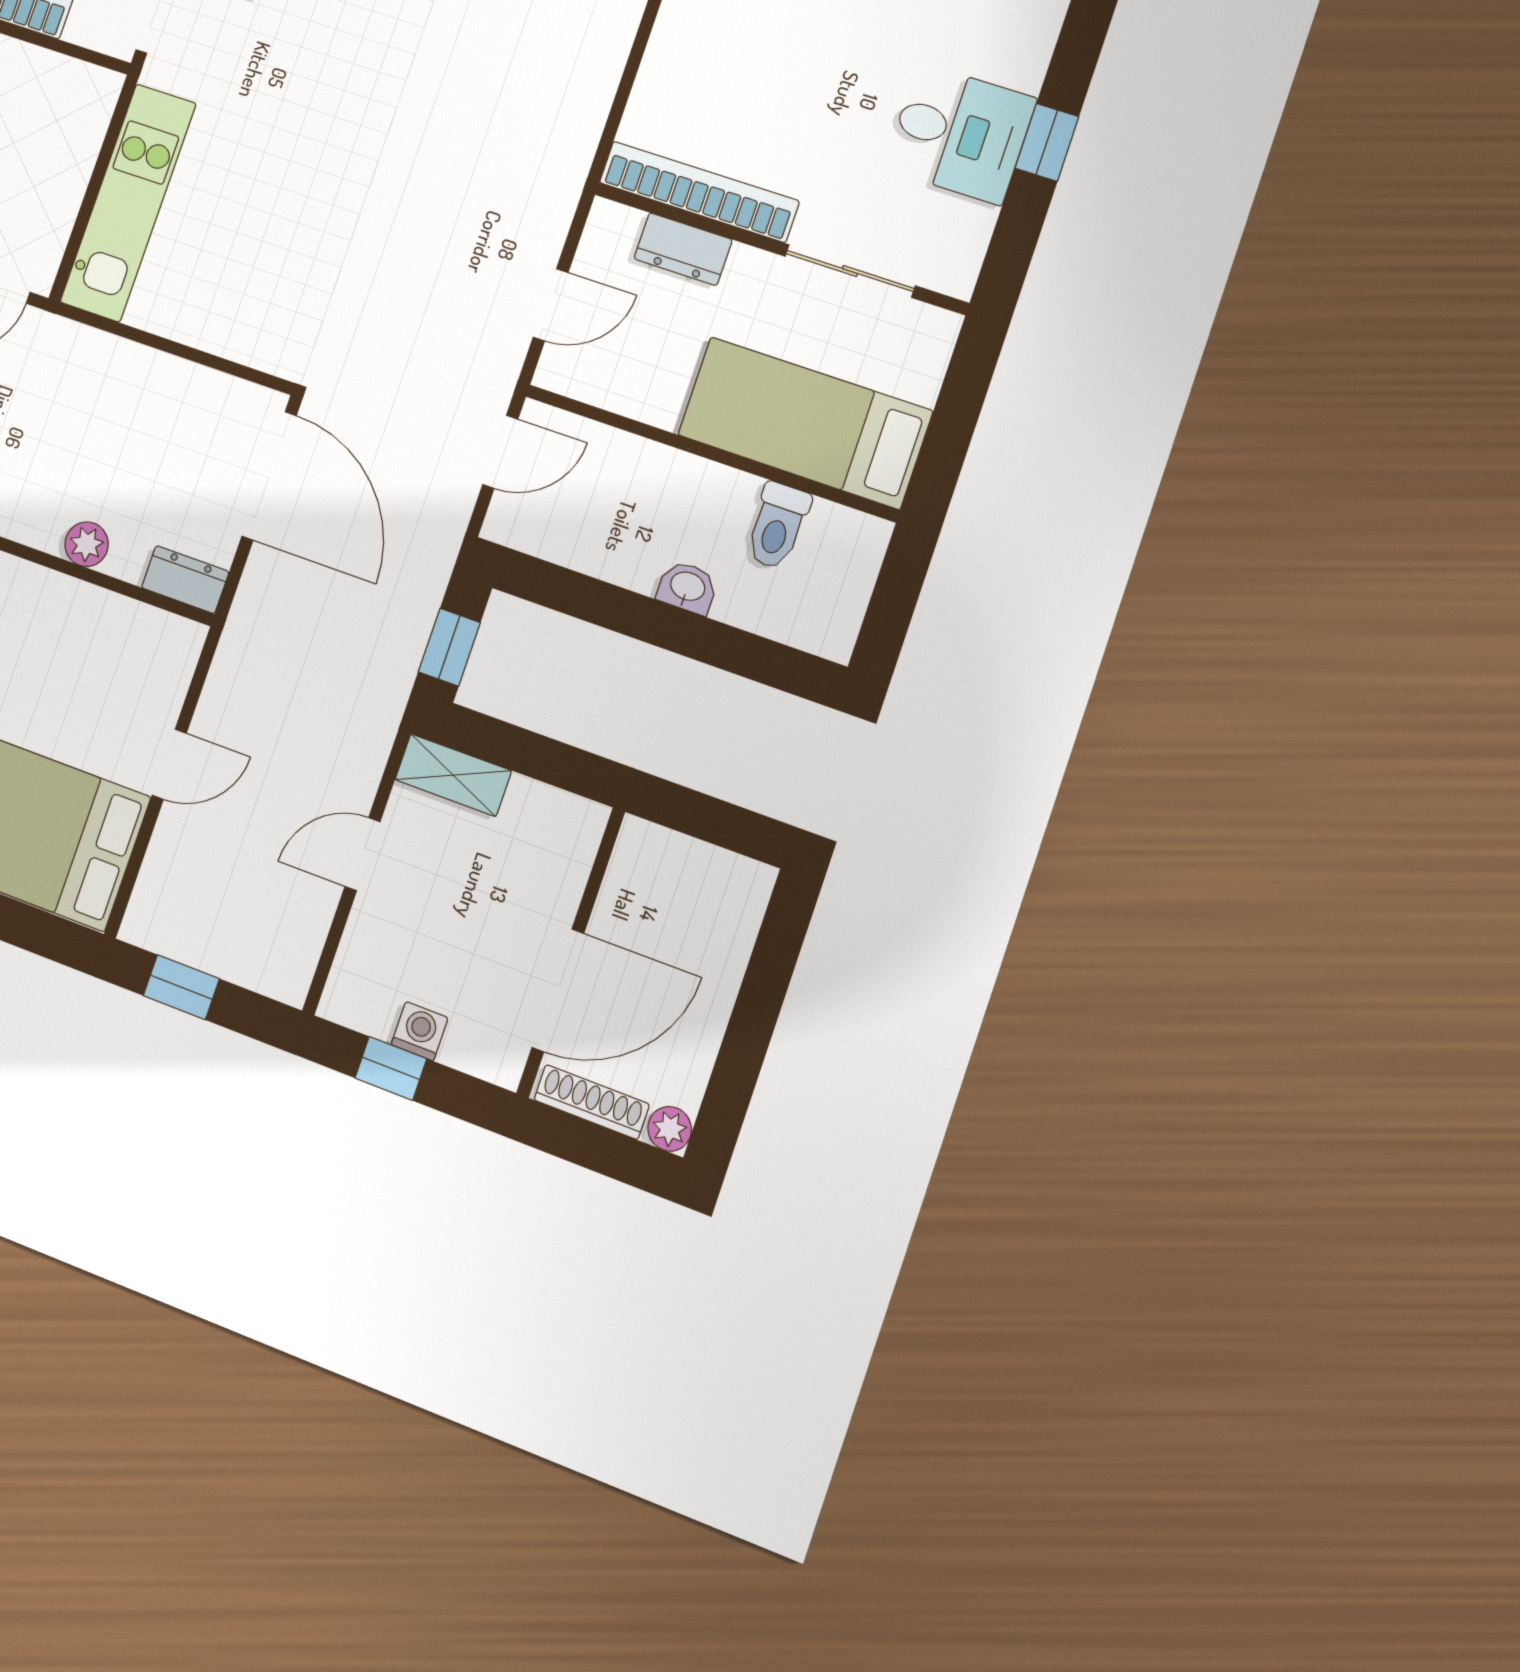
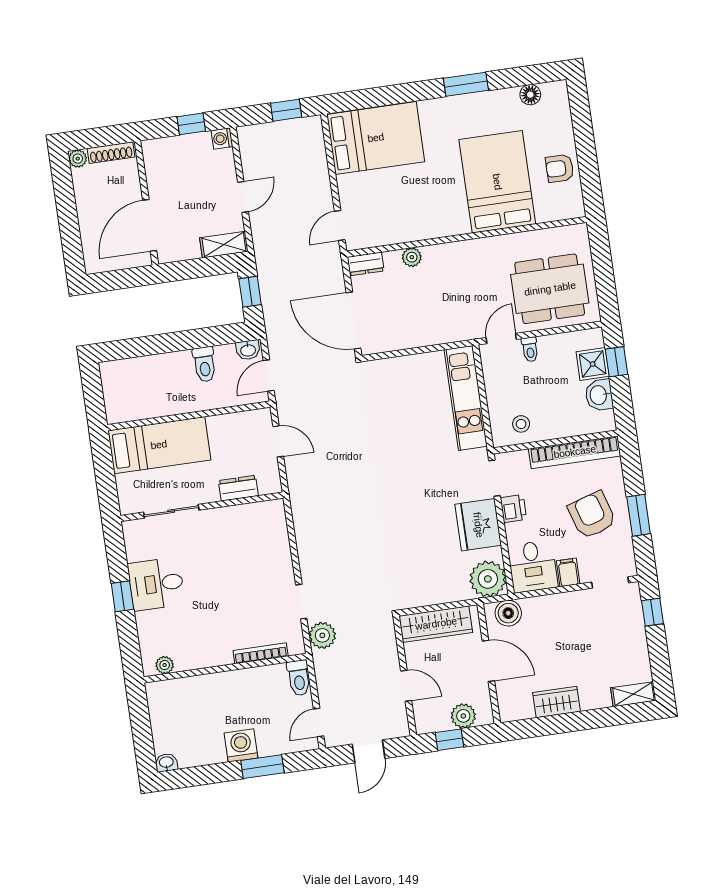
stool: (47, 96) -> (521, 424), added
bookcase: (699, 192) -> (243, 513), removed
door: (551, 305) -> (278, 441), swing flipped
toilet: (777, 526) -> (204, 364), moved, turned 180
washbasin: (687, 587) -> (248, 350), moved
door: (169, 764) -> (340, 226), moved
door: (558, 990) -> (150, 225), moved
washing machine: (420, 1031) -> (222, 138), moved, turned 90

